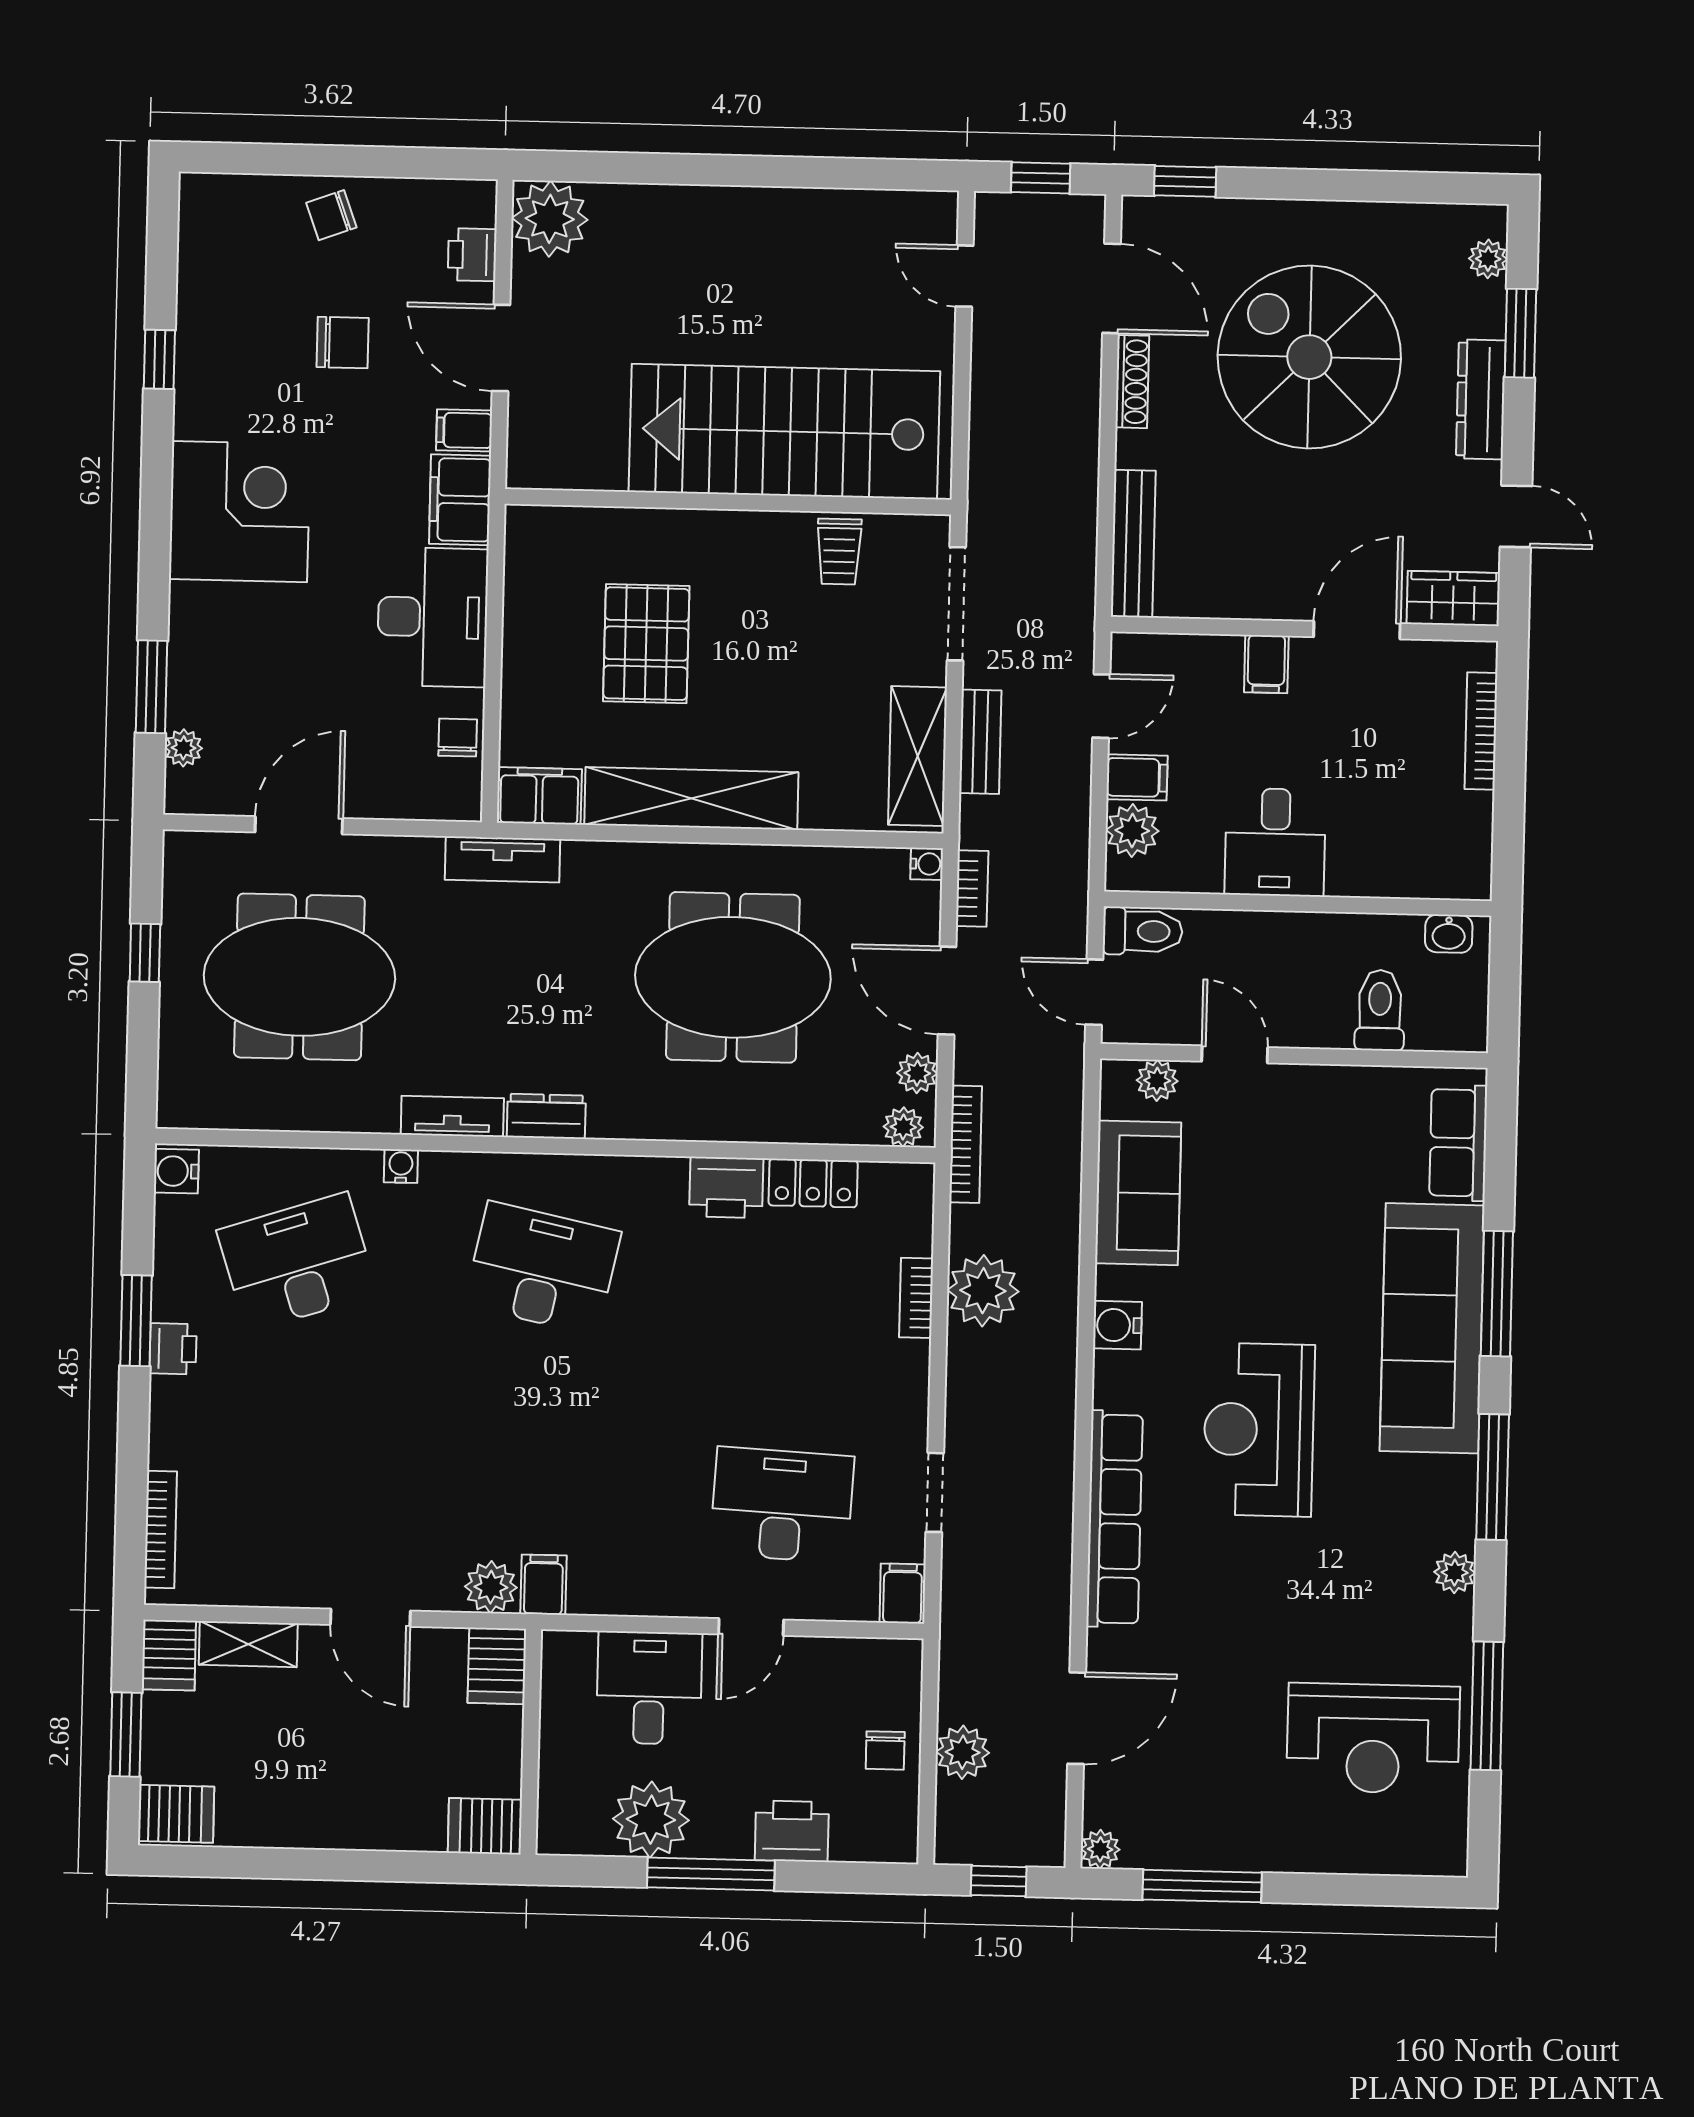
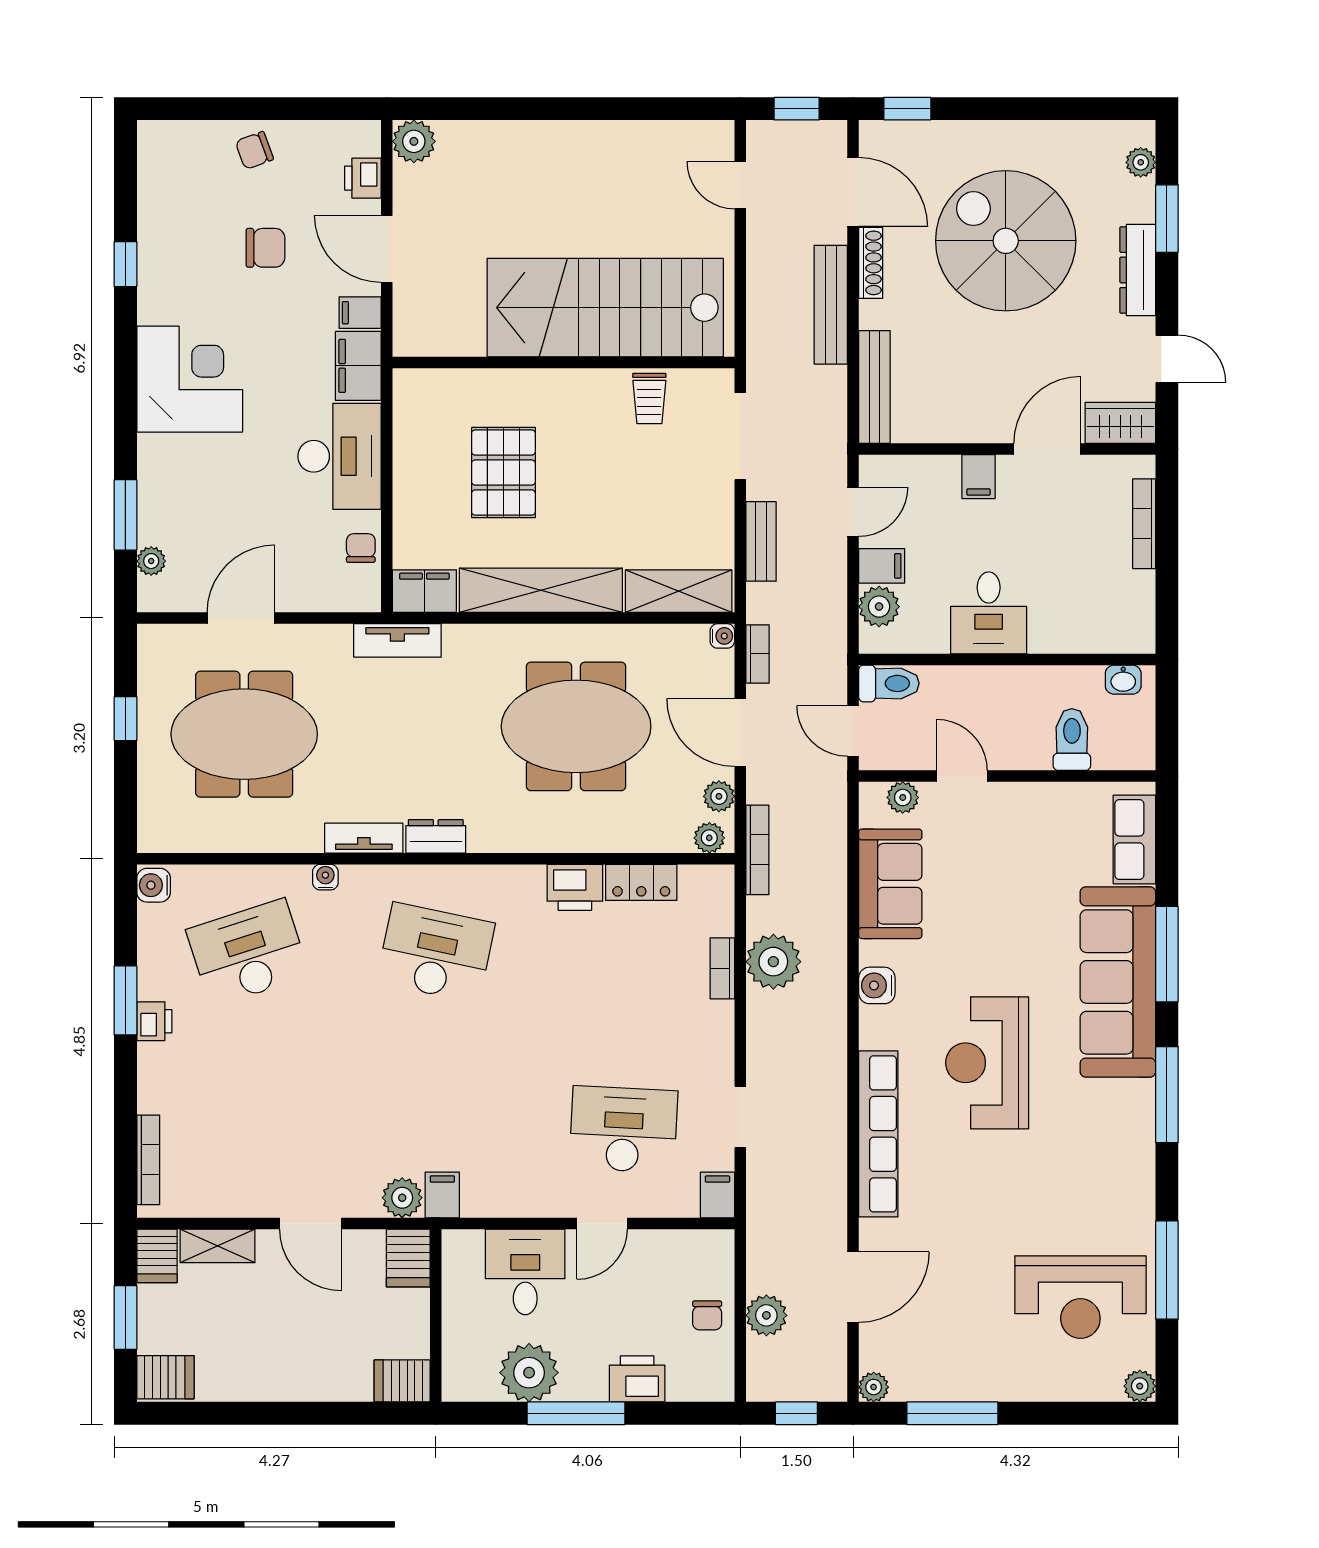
plant: (550, 219) -> (414, 141), width x0.73, depth x0.73
bench: (1079, 435) -> (831, 305), added
shelving: (918, 756) -> (679, 591), moved, turned 90
plant: (1455, 1573) -> (1140, 1386), moved

